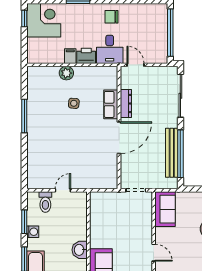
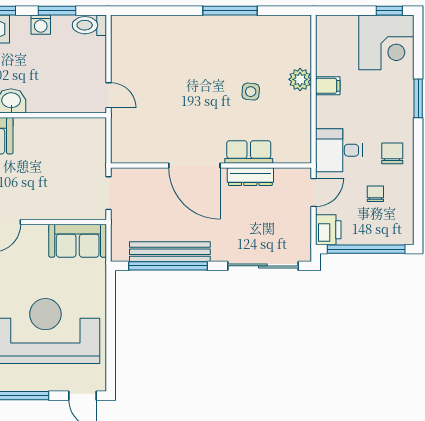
chair: (136, 27) -> (375, 194), added
printer: (86, 56) -> (328, 230), moved
door: (63, 190) -> (109, 95), moved
toilet: (45, 202) -> (89, 25), moved

